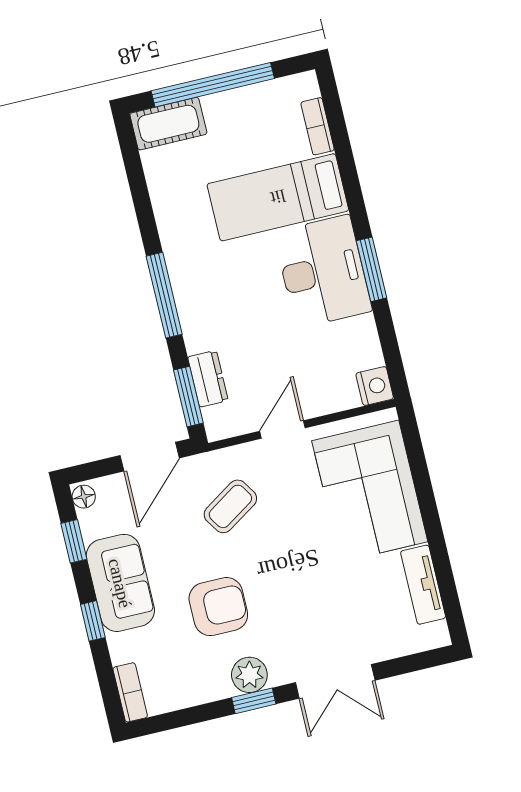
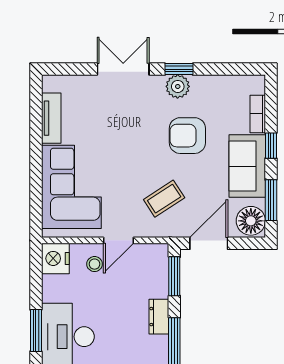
dresser: (208, 379) -> (159, 317), moved
nightstand: (375, 386) -> (55, 258), width x1.36, depth x1.33
stool: (309, 387) -> (95, 264), added
floor lamp: (84, 497) -> (251, 221), width x1.89, depth x1.89
window: (74, 541) -> (271, 200), width x1.50
bookcase: (130, 692) -> (258, 114), moved

